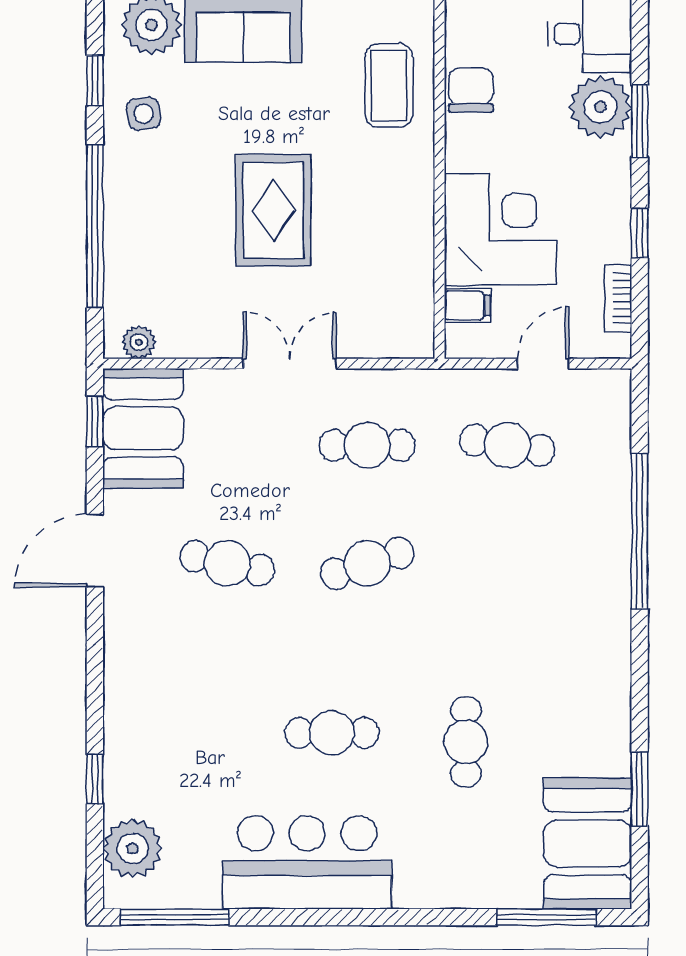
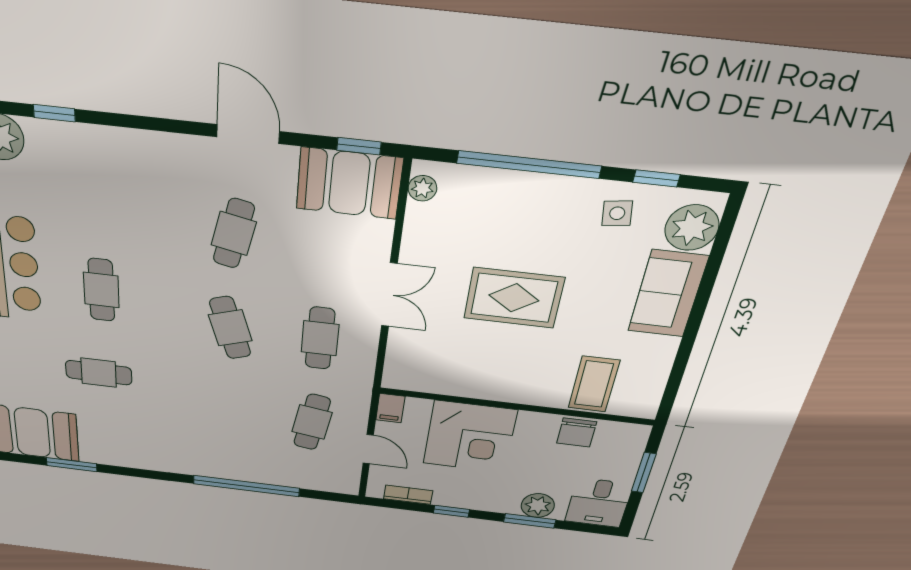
coffee table: (389, 85) -> (594, 384), turned 90
chair: (471, 90) -> (577, 432), turned 90
plant: (600, 107) -> (538, 506), width x0.73, depth x0.73
filing cabinet: (467, 305) -> (390, 408), moved

